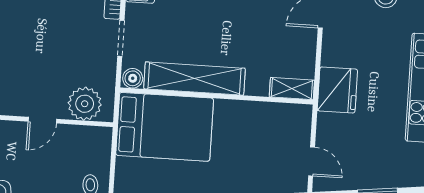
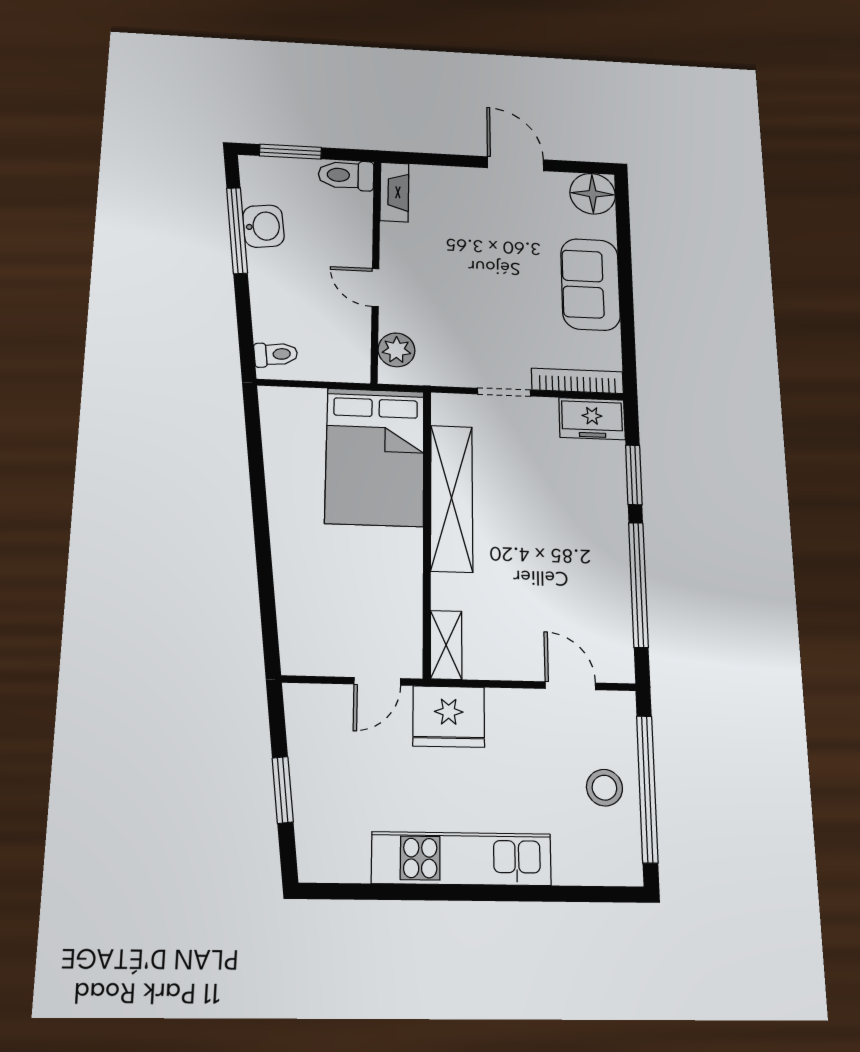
boiler: (133, 78) -> (446, 410), removed
plant: (85, 104) -> (396, 350), width x0.73, depth x0.73
door: (312, 161) -> (377, 681), moved

